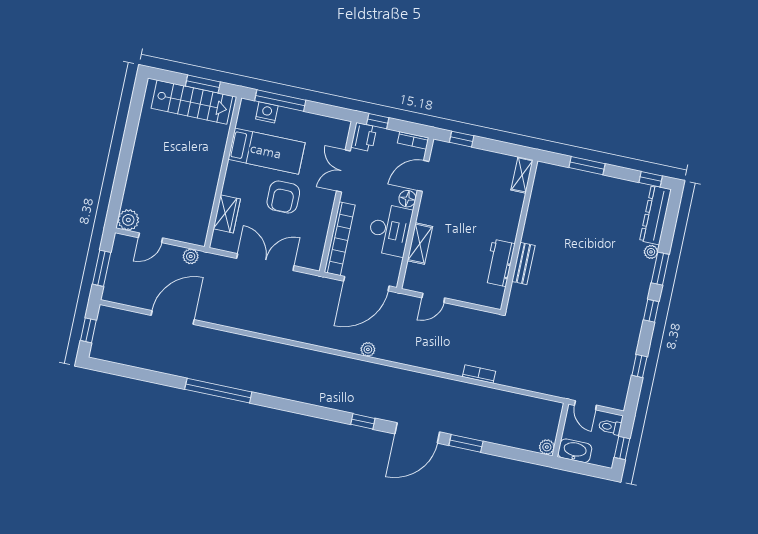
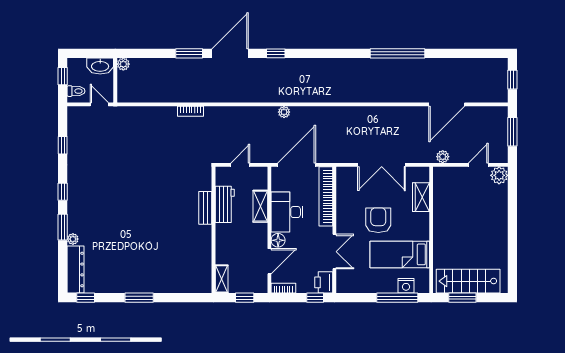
shelving: (522, 175) -> (222, 279), moved
wall: (519, 235) -> (213, 230), moved
workbench: (499, 263) -> (225, 204), moved
bench: (523, 263) -> (205, 208), moved

